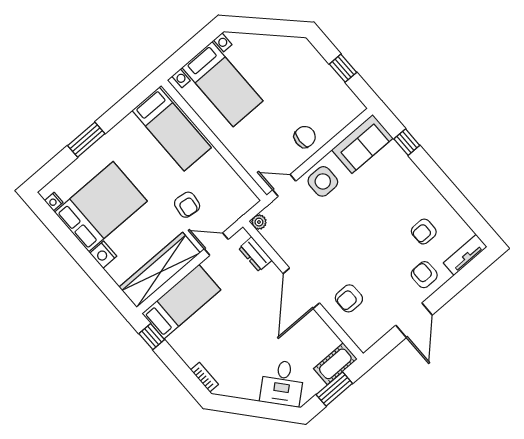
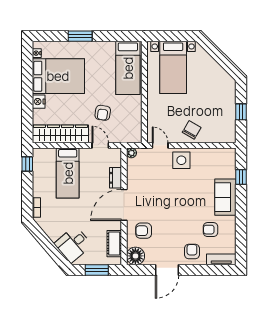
chair: (305, 137) -> (192, 130), turned -62
sofa: (362, 144) -> (225, 197), moved, turned 90
dresser: (255, 254) -> (116, 178), moved
bed: (181, 302) -> (68, 173), moved, turned 90
floor lamp: (365, 335) -> (135, 256), added
cot: (335, 364) -> (114, 244), moved, turned 90

